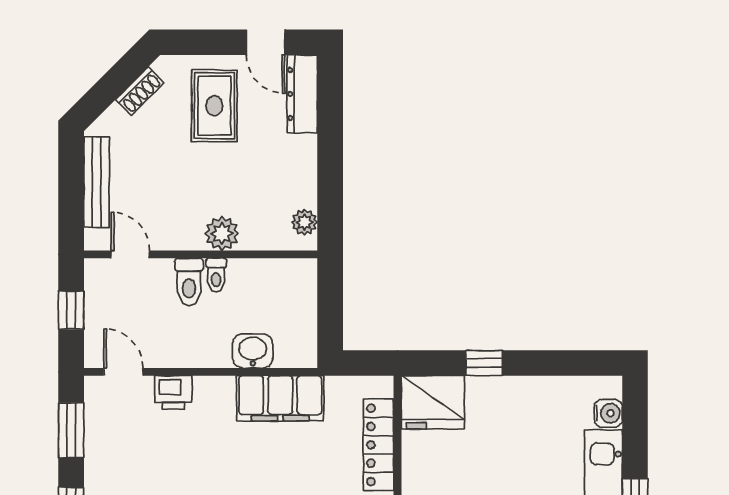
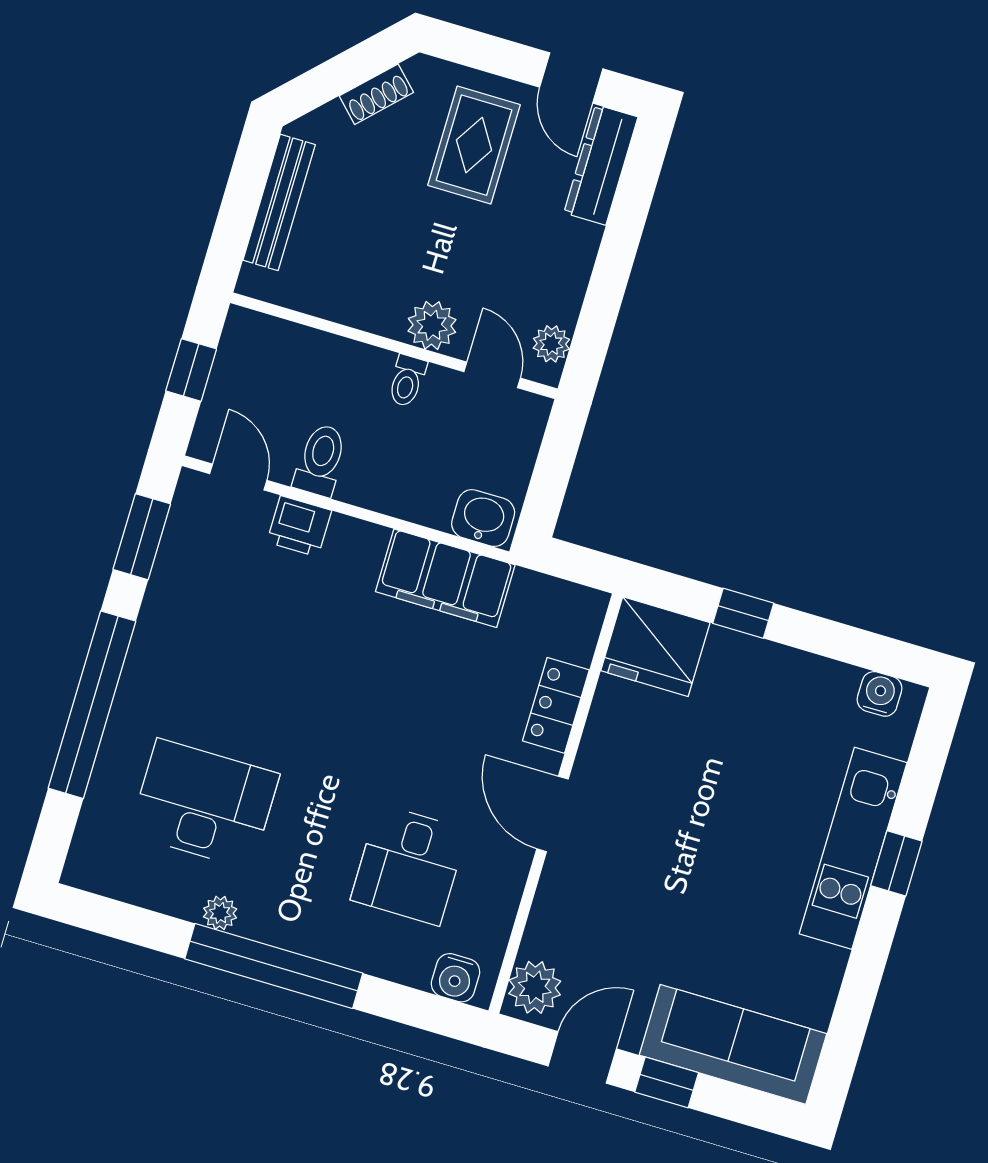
door: (130, 254) -> (492, 375), moved
toilet: (189, 282) -> (320, 460), moved, turned 180
washbasin: (253, 351) -> (483, 518), moved
water cooler: (608, 413) -> (880, 694), moved, turned -90
locker: (378, 445) -> (556, 705), width x0.66

